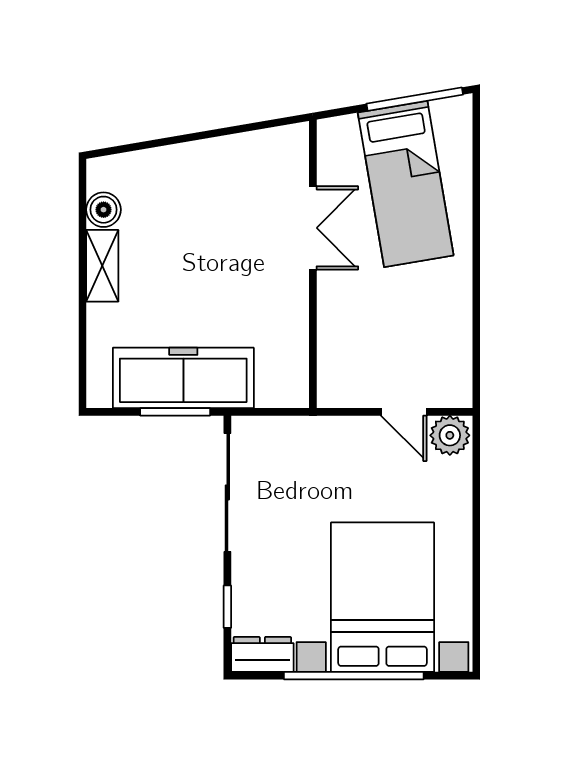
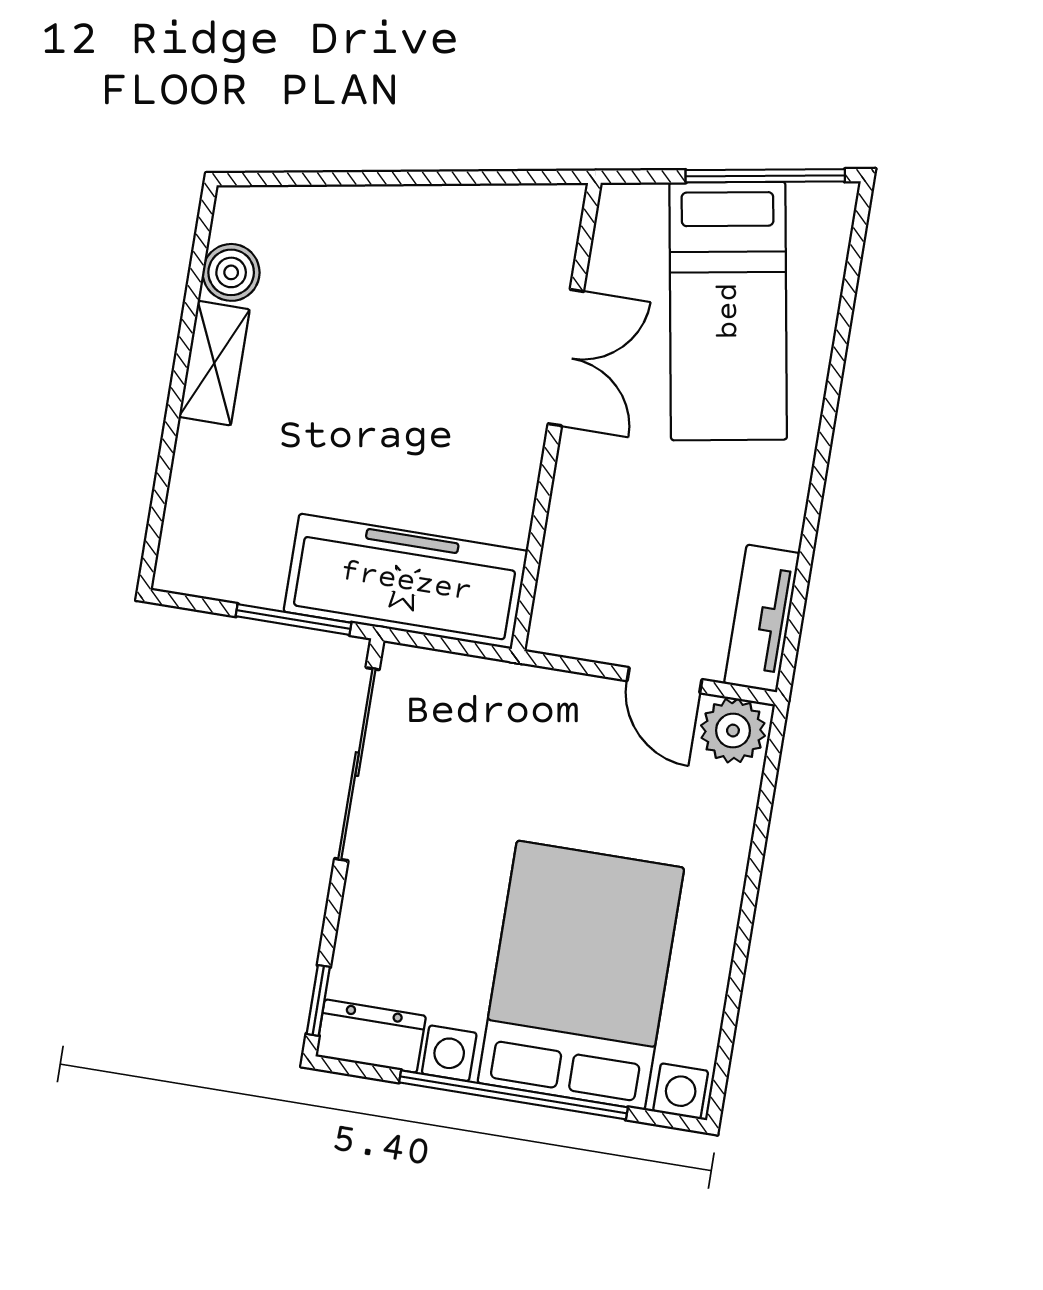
tv unit: (456, 365) -> (762, 618), added
freezer: (183, 378) -> (406, 581), moved
window: (227, 607) -> (318, 1000), moved

